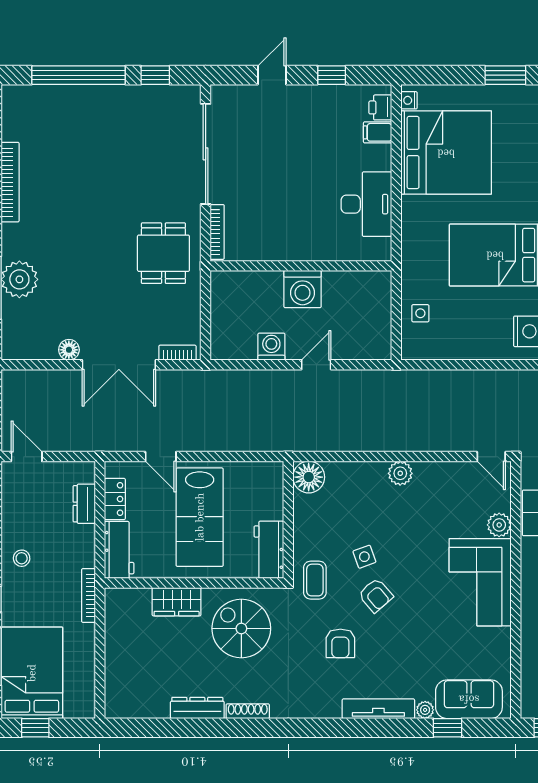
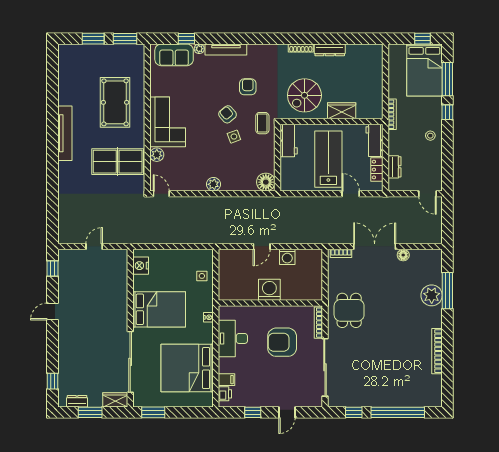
nightstand: (409, 100) -> (208, 317), moved
armchair: (280, 198) -> (282, 342), added
spiral stairs: (241, 628) -> (304, 95), turned 90

